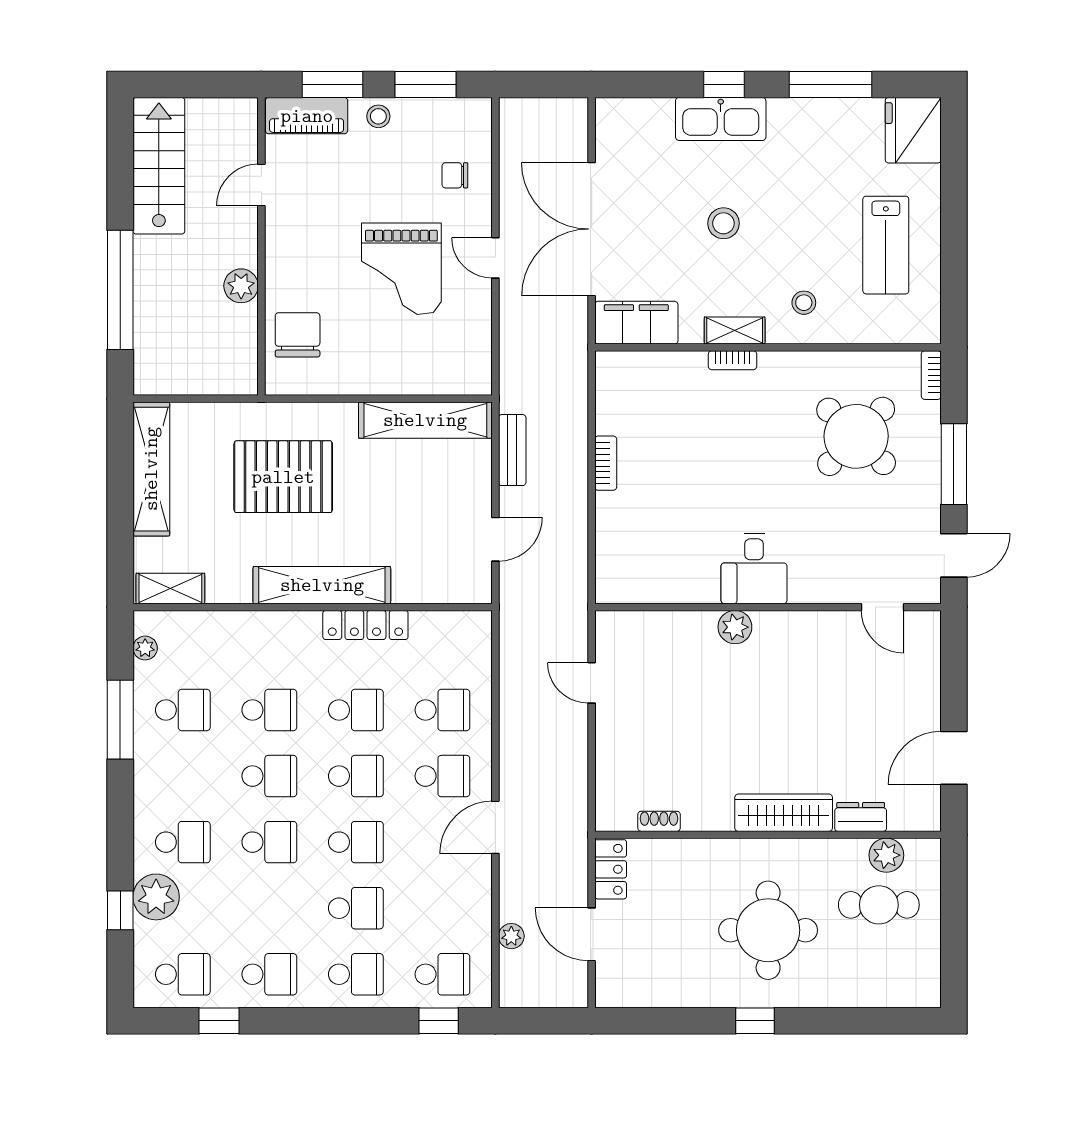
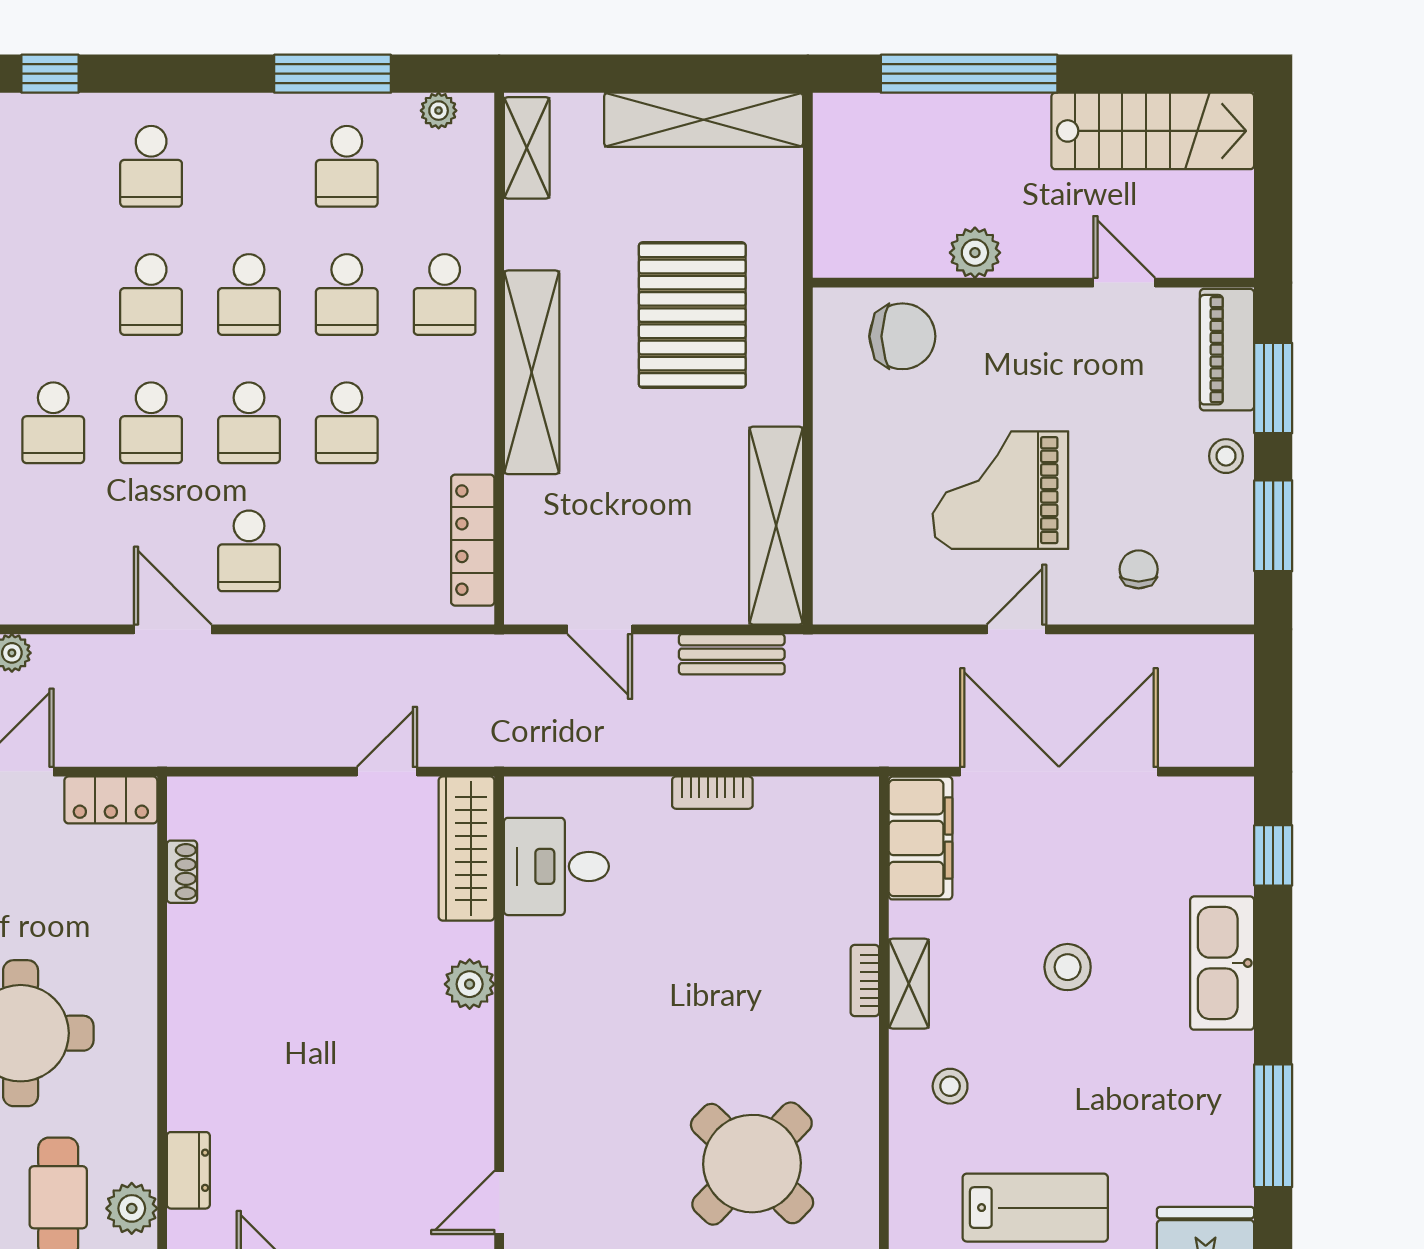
window: (724, 84) -> (1273, 855), moved
lab bench: (886, 245) -> (1035, 1208), turned 180
desk: (754, 568) -> (556, 866), moved
locker: (365, 625) -> (473, 540), moved
school desk: (442, 710) -> (445, 295), moved
wardrobe: (784, 813) -> (467, 849), moved, turned 180
plant: (156, 897) -> (70, 127), removed

